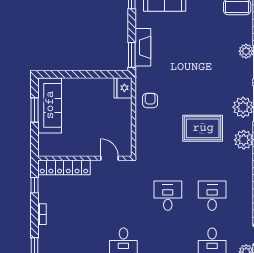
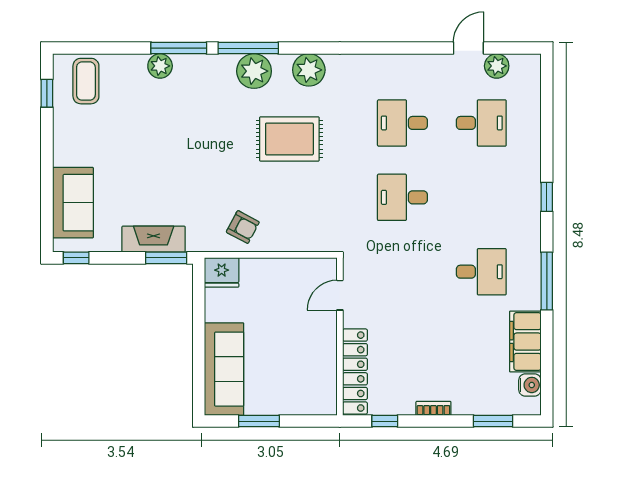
armchair: (150, 100) -> (243, 227), turned -152
sofa: (50, 105) -> (224, 369), moved, turned 90
rug: (203, 128) -> (289, 139), turned 90

